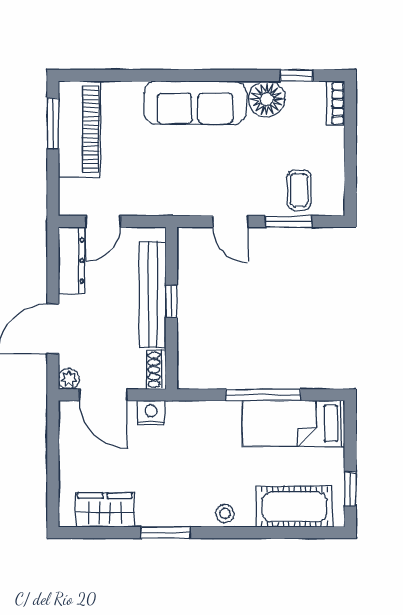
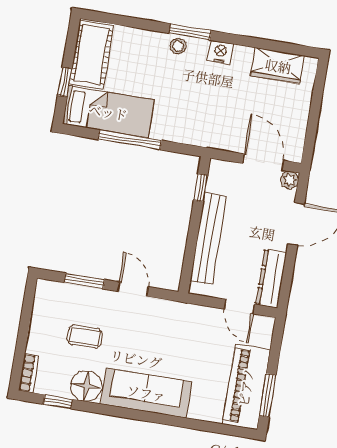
coffee table: (299, 190) -> (85, 337), moved, turned 90
door: (103, 221) -> (239, 307), swing flipped
window: (171, 301) -> (201, 188), moved
shoe rack: (156, 370) -> (215, 176), removed
nightstand: (151, 413) -> (220, 52), moved, turned 180
window: (350, 489) -> (65, 82), moved
cot: (294, 507) -> (91, 55), moved, turned 90
window: (166, 533) -> (190, 32), moved

